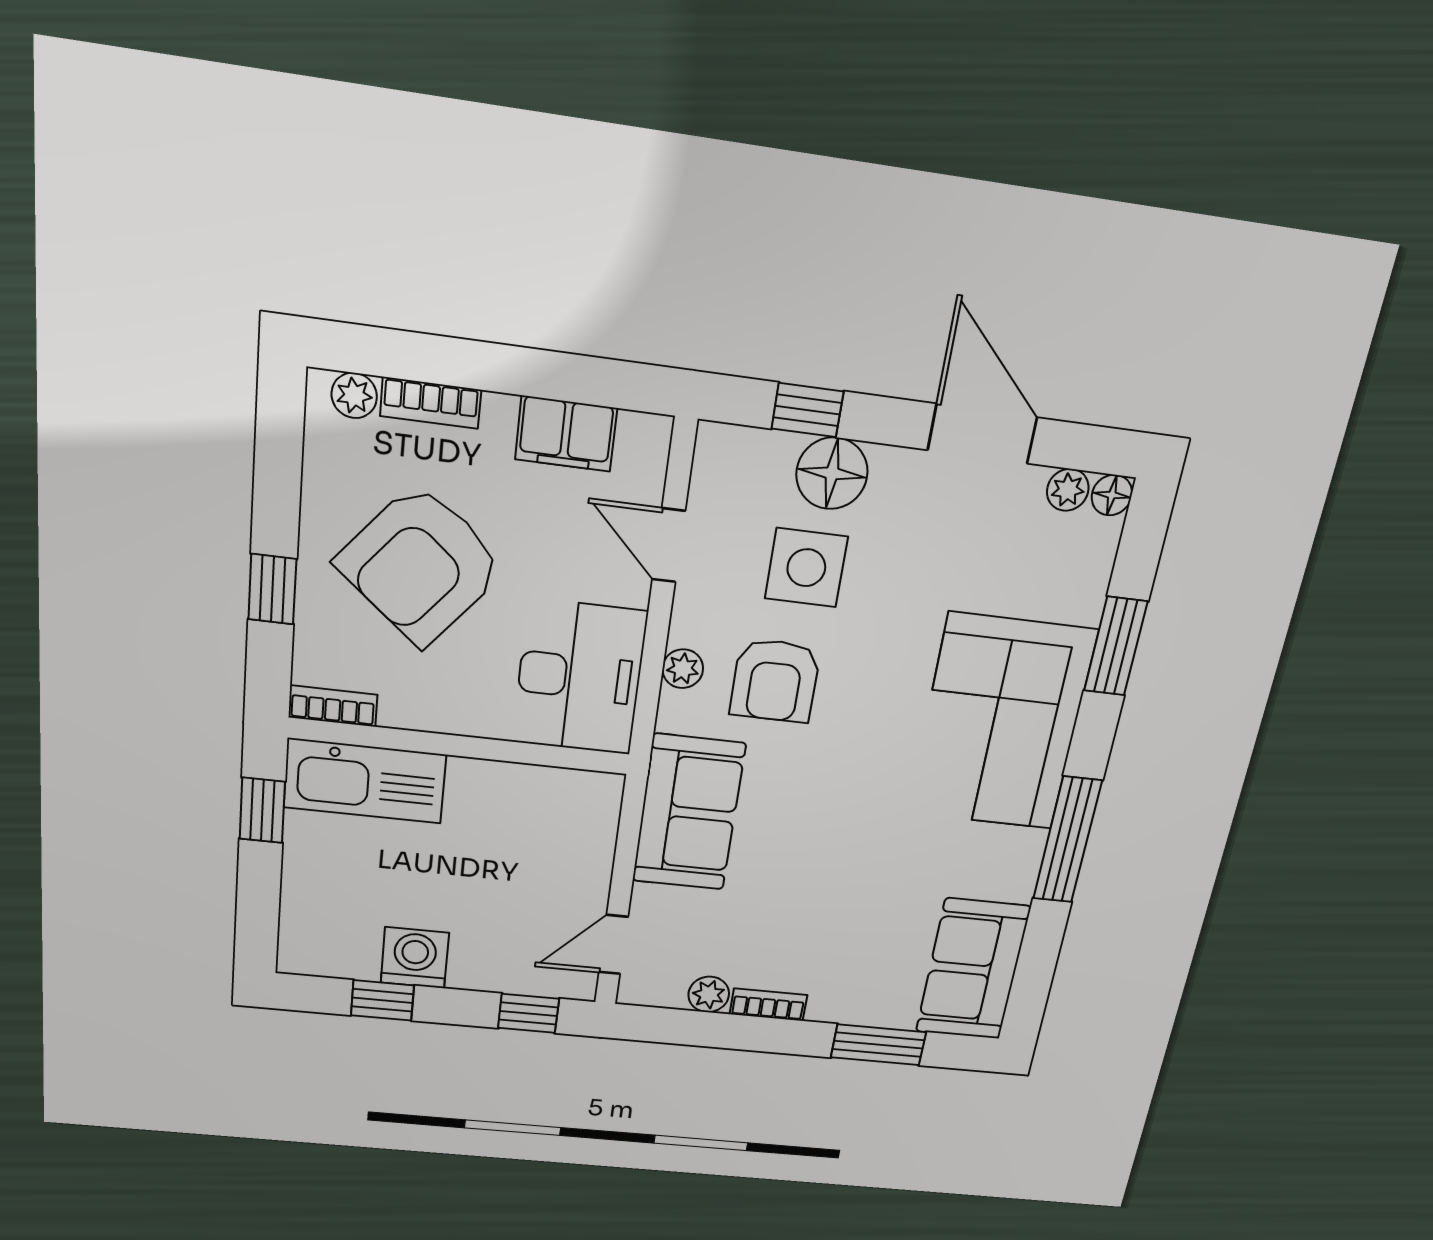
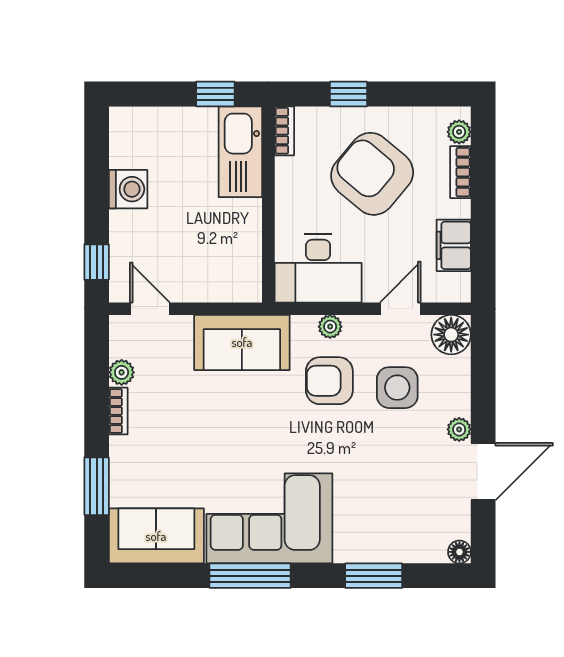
window: (807, 410) -> (483, 374), removed
floor lamp: (832, 473) -> (451, 335), moved
plant: (1068, 490) -> (459, 429), moved
corner sofa: (1001, 723) -> (269, 518), moved
window: (383, 1000) -> (97, 172), removed

